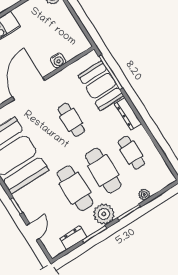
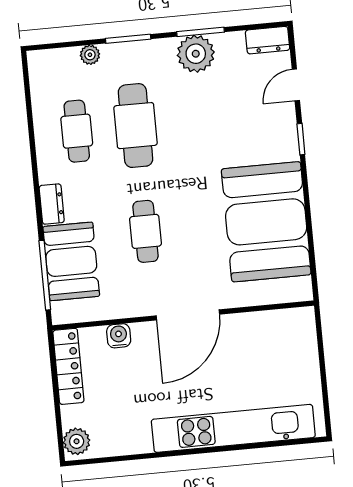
locker: (76, 32) -> (68, 366), added
dresser: (128, 114) -> (52, 204), width x0.70
cafe table: (75, 188) -> (194, 120), removed
plant: (104, 214) -> (196, 54), moved
dresser: (73, 238) -> (268, 40), moved

